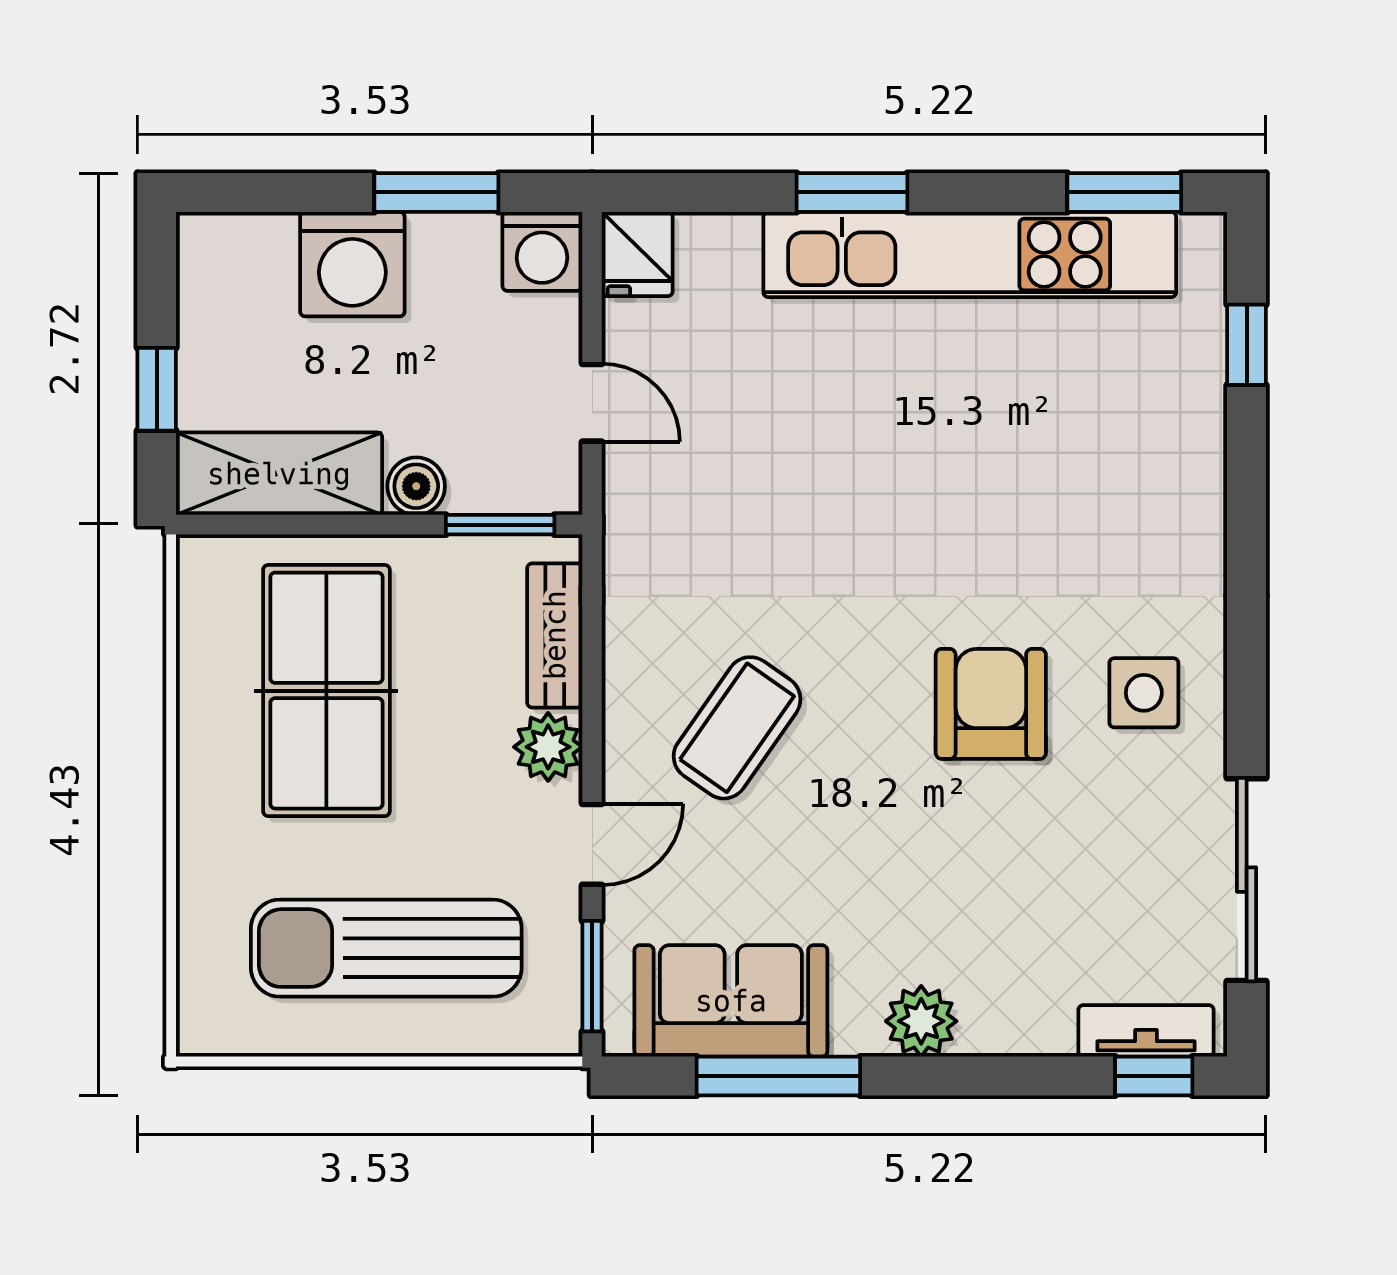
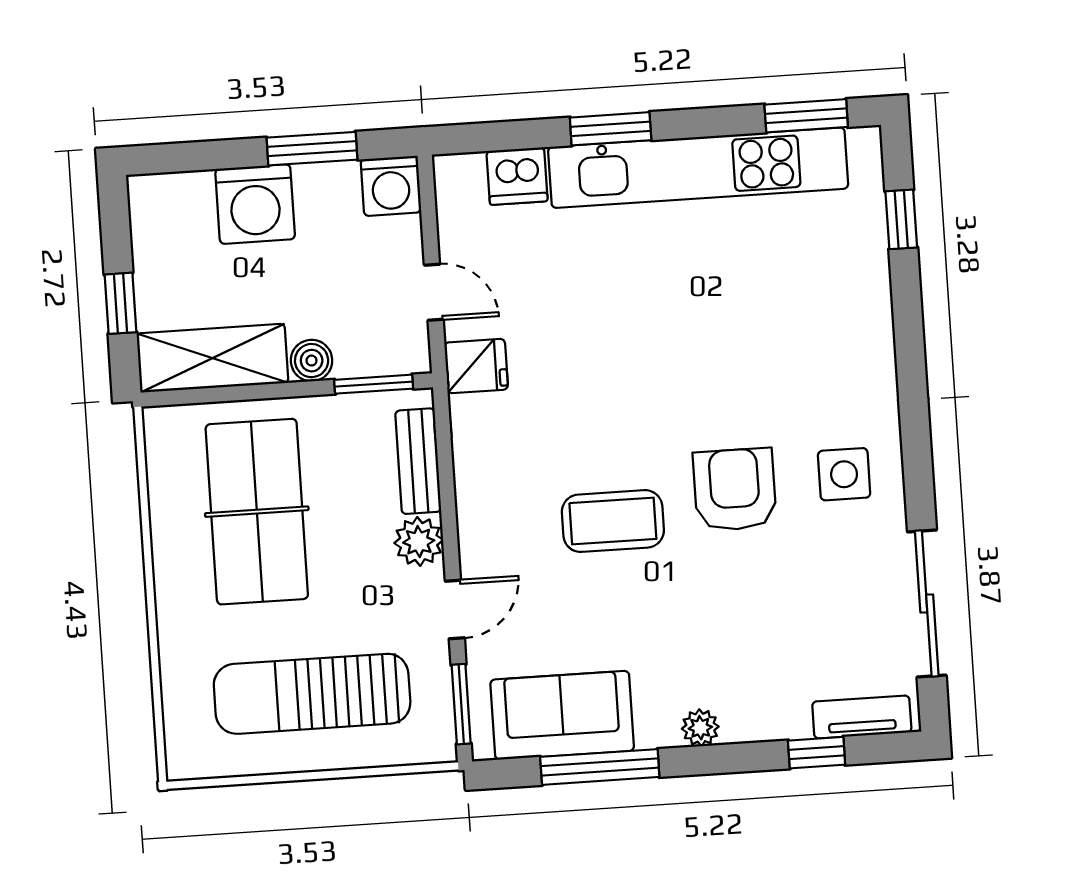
dishwasher: (718, 249) -> (517, 176), added
fridge: (637, 254) -> (476, 366), moved, turned -90
coffee table: (737, 728) -> (613, 521), moved, turned 55
plant: (921, 1021) -> (700, 728), width x0.73, depth x0.73
window: (1154, 1076) -> (817, 753), moved

